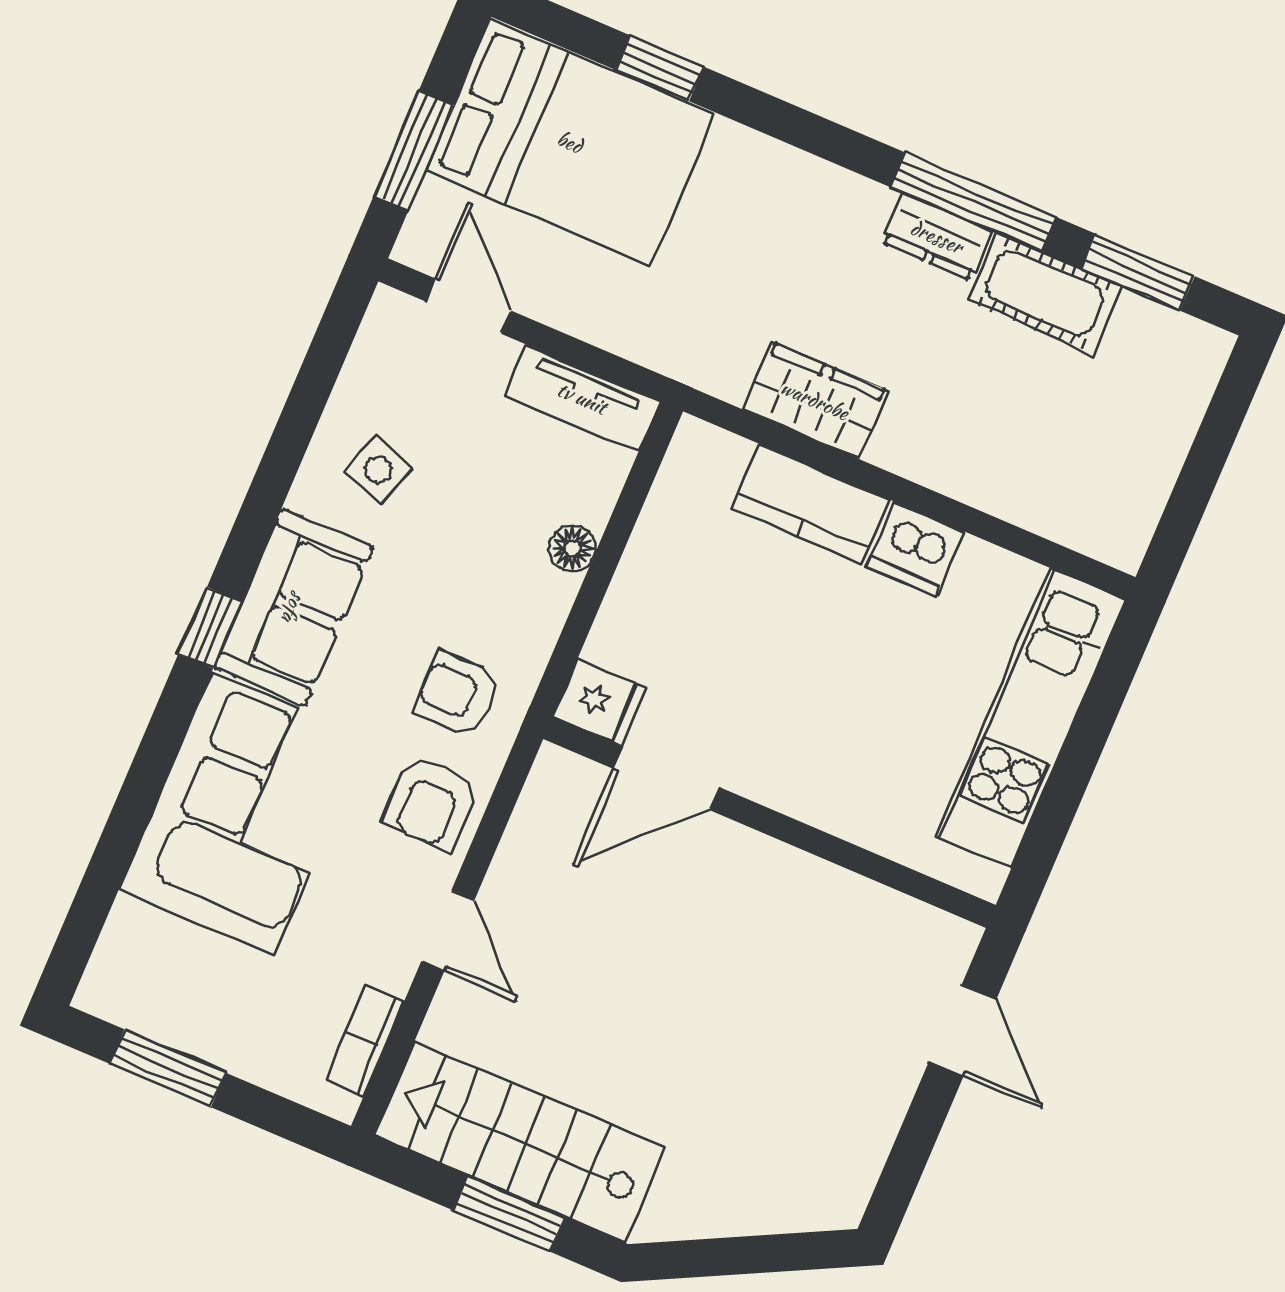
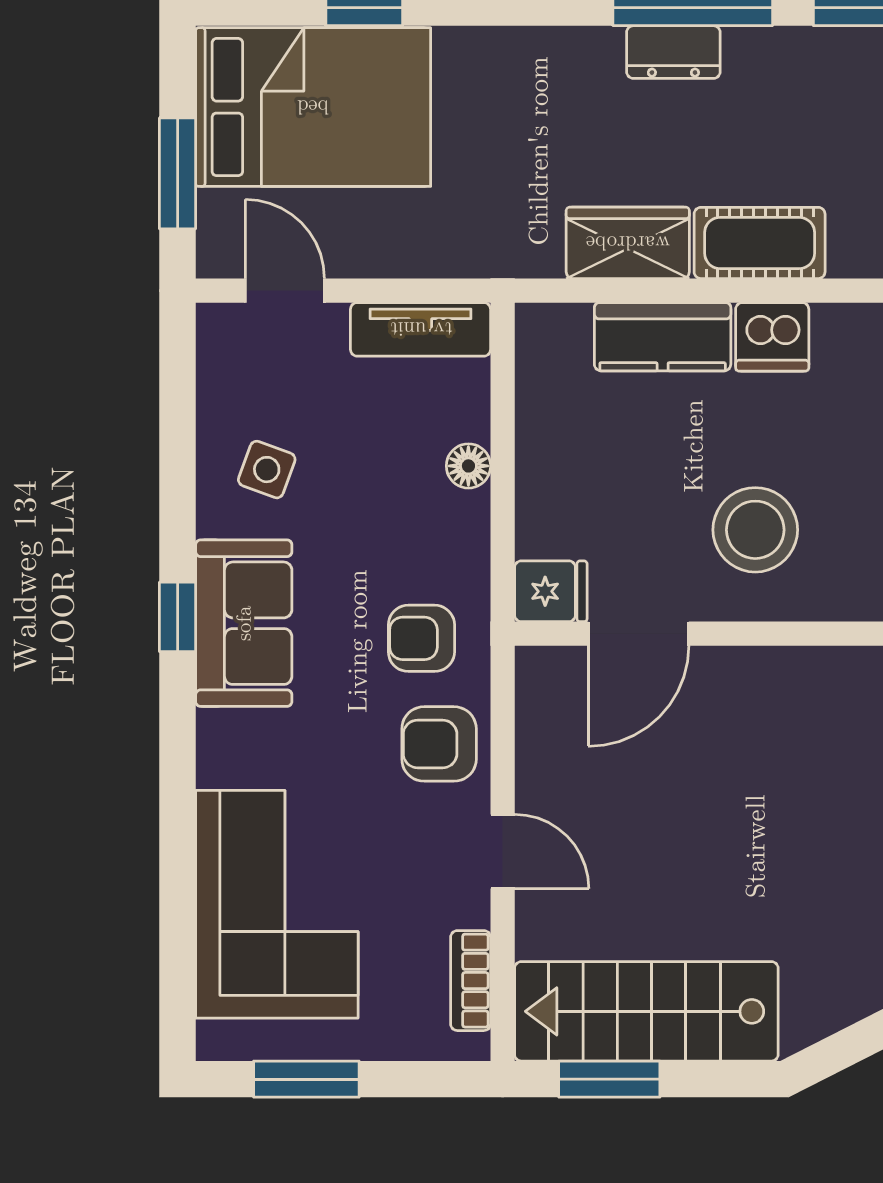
cot: (1045, 293) -> (760, 243), moved
window: (210, 628) -> (178, 617), moved
stool: (820, 726) -> (755, 530), added
armchair: (431, 802) -> (439, 744), turned 90
corner sofa: (243, 814) -> (277, 904), moved
window: (508, 1214) -> (609, 1079), moved

